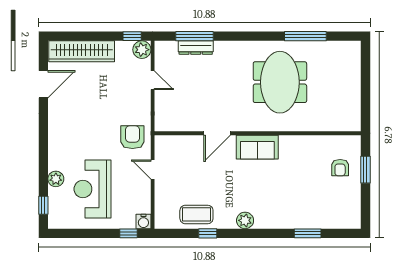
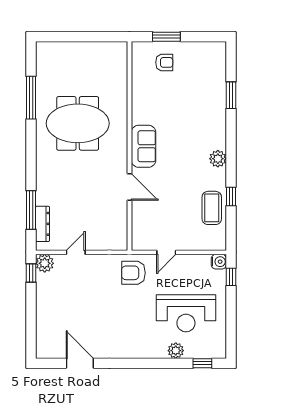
dresser: (196, 48) -> (43, 224), moved
wardrobe: (82, 51) -> (46, 324), removed

